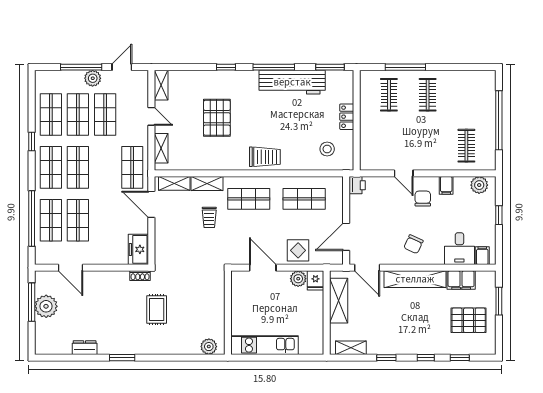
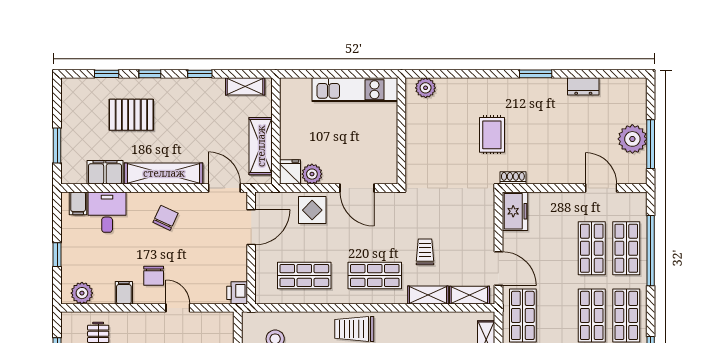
pallet: (469, 320) -> (131, 115), moved

